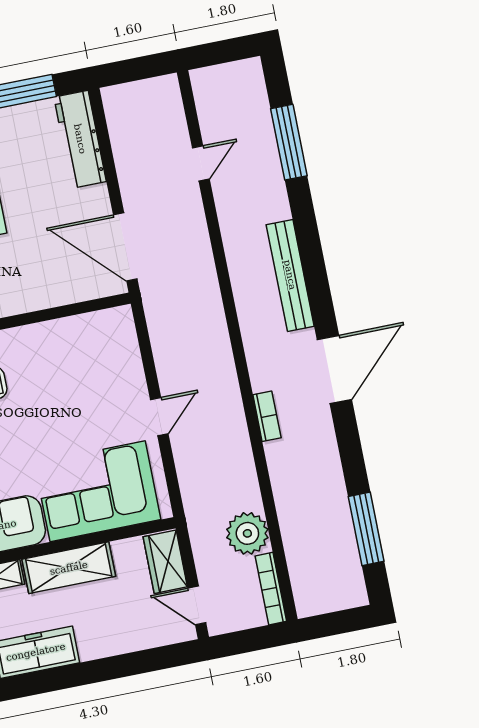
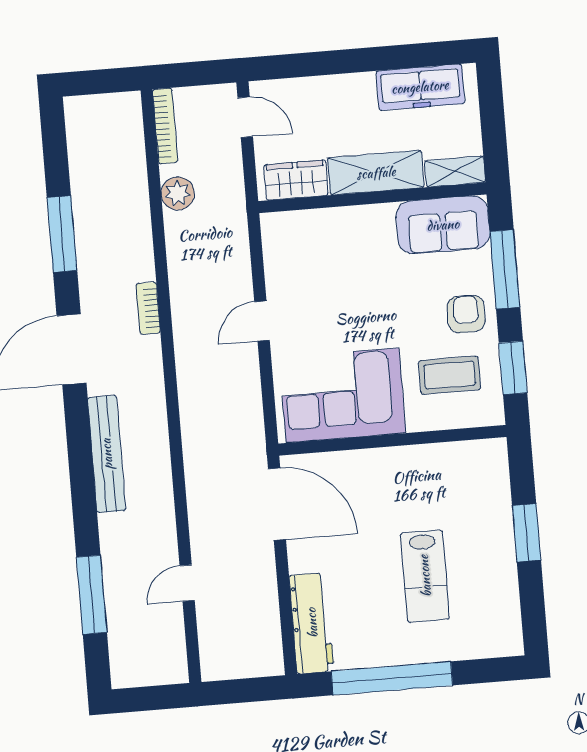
corner sofa: (98, 491) -> (342, 395), moved, turned 180
window: (366, 529) -> (62, 234), moved
plant: (247, 533) -> (178, 194), width x0.73, depth x0.73
wardrobe: (165, 562) -> (296, 180), moved, turned -90

